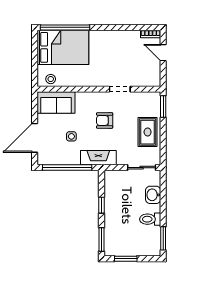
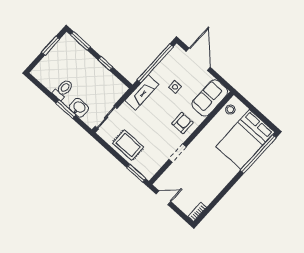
door: (163, 53) -> (164, 198), moved
armchair: (105, 120) -> (182, 123), moved
window: (163, 238) -> (66, 109), moved

